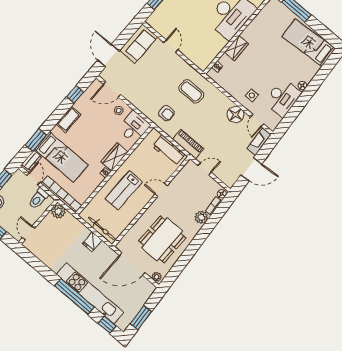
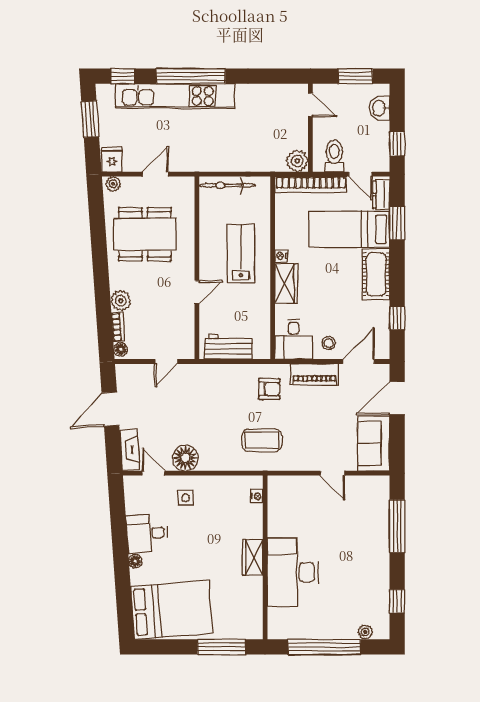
bed: (309, 42) -> (172, 610), width x1.50
wardrobe: (236, 48) -> (253, 557), moved
door: (108, 56) -> (397, 398), swing flipped
desk: (283, 98) -> (147, 533), width x0.73
armchair: (166, 113) -> (269, 389), turned 180
cot: (68, 119) -> (376, 274), width x1.37, depth x1.34
piano: (188, 144) -> (314, 374), moved
dining table: (162, 239) -> (145, 234), turned 90
fridge: (92, 242) -> (112, 160), moved
door: (132, 264) -> (155, 174), width x0.53

